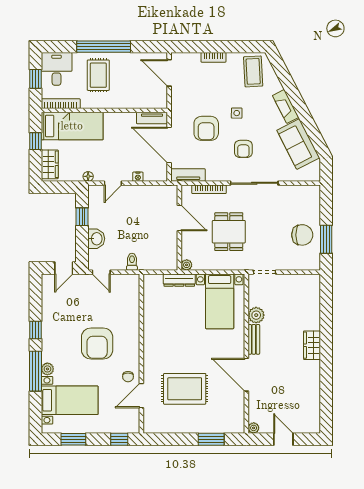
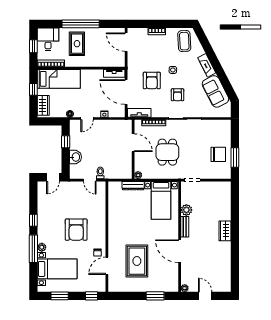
door: (101, 272) -> (90, 180), moved
rug: (185, 389) -> (137, 261), turned 90

